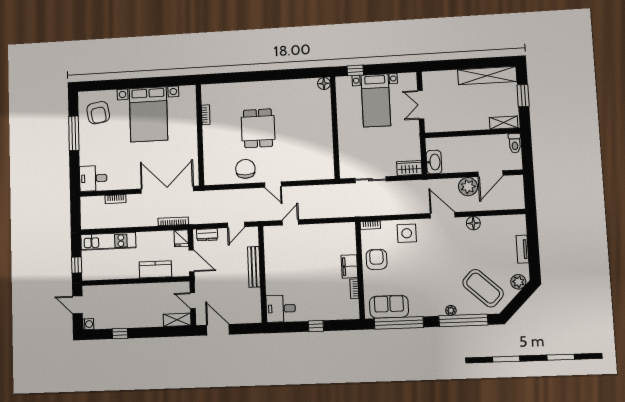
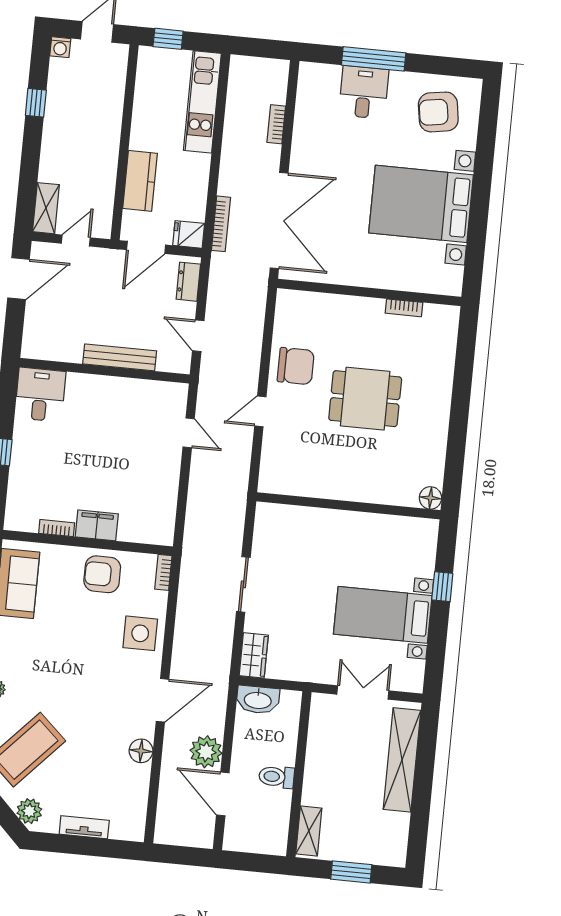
shelving: (487, 76) -> (402, 760), moved
floor lamp: (324, 83) -> (430, 498), moved
wall: (335, 128) -> (348, 506), moved
window: (74, 133) -> (374, 59), moved
toilet: (515, 143) -> (277, 777), moved
desk: (93, 178) -> (364, 92), moved
armchair: (377, 259) -> (102, 574), turned 180

